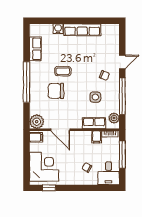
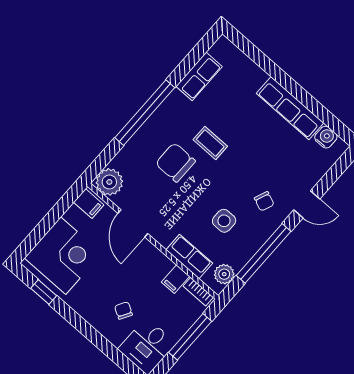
water cooler: (58, 29) -> (326, 137), moved

